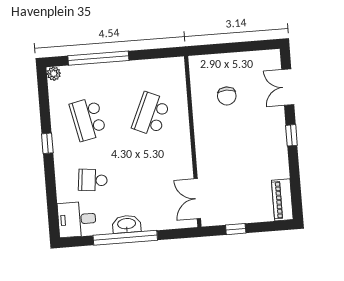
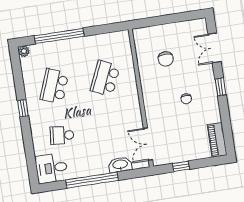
school desk: (88, 119) -> (54, 86), turned 33
chair: (248, 147) -> (186, 99), added
washbasin: (127, 224) -> (120, 165), moved

